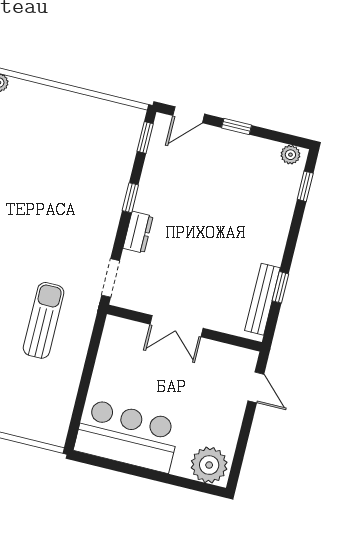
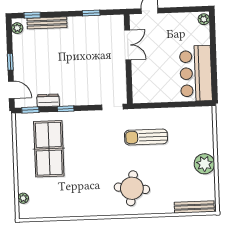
table tennis table: (70, 150) -> (49, 149), added
dresser: (138, 232) -> (48, 100), moved
bench: (262, 299) -> (47, 23), moved
double door: (176, 326) -> (128, 45), moved
plant: (209, 465) -> (204, 19), width x0.53, depth x0.53

